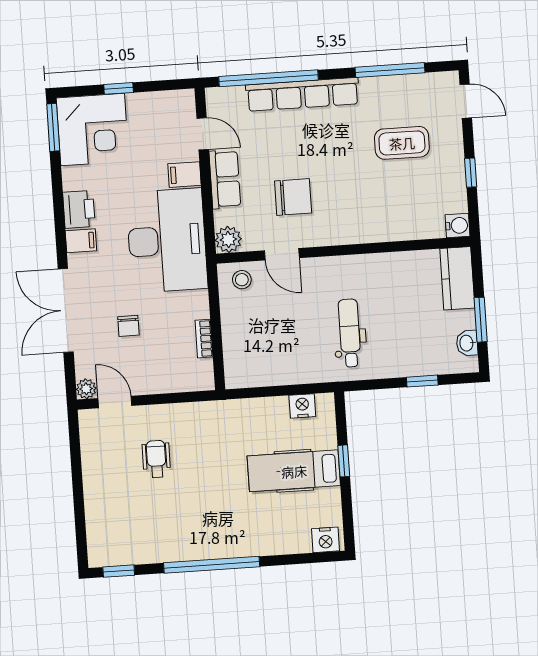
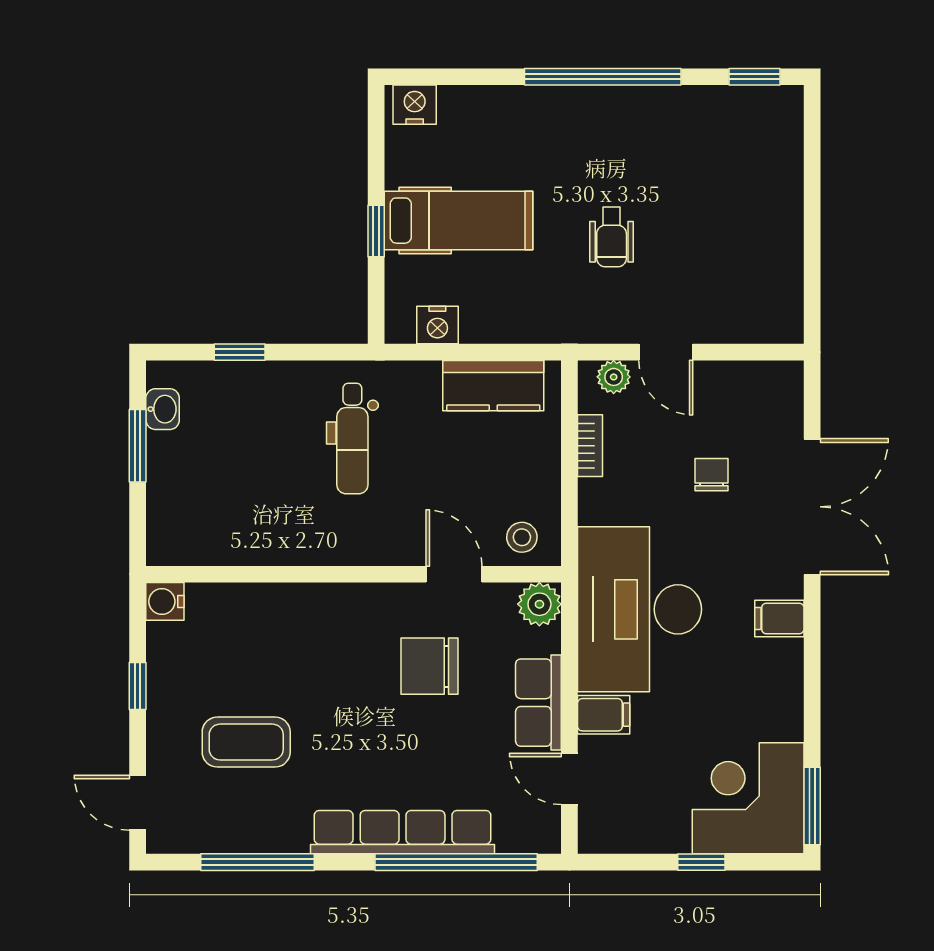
printer: (79, 209) -> (779, 670), removed
kitchen counter: (457, 278) -> (493, 386), moved, turned 90
plant: (86, 389) -> (614, 377), moved
door: (115, 402) -> (666, 352), moved
wheelchair: (156, 459) -> (612, 237), moved

